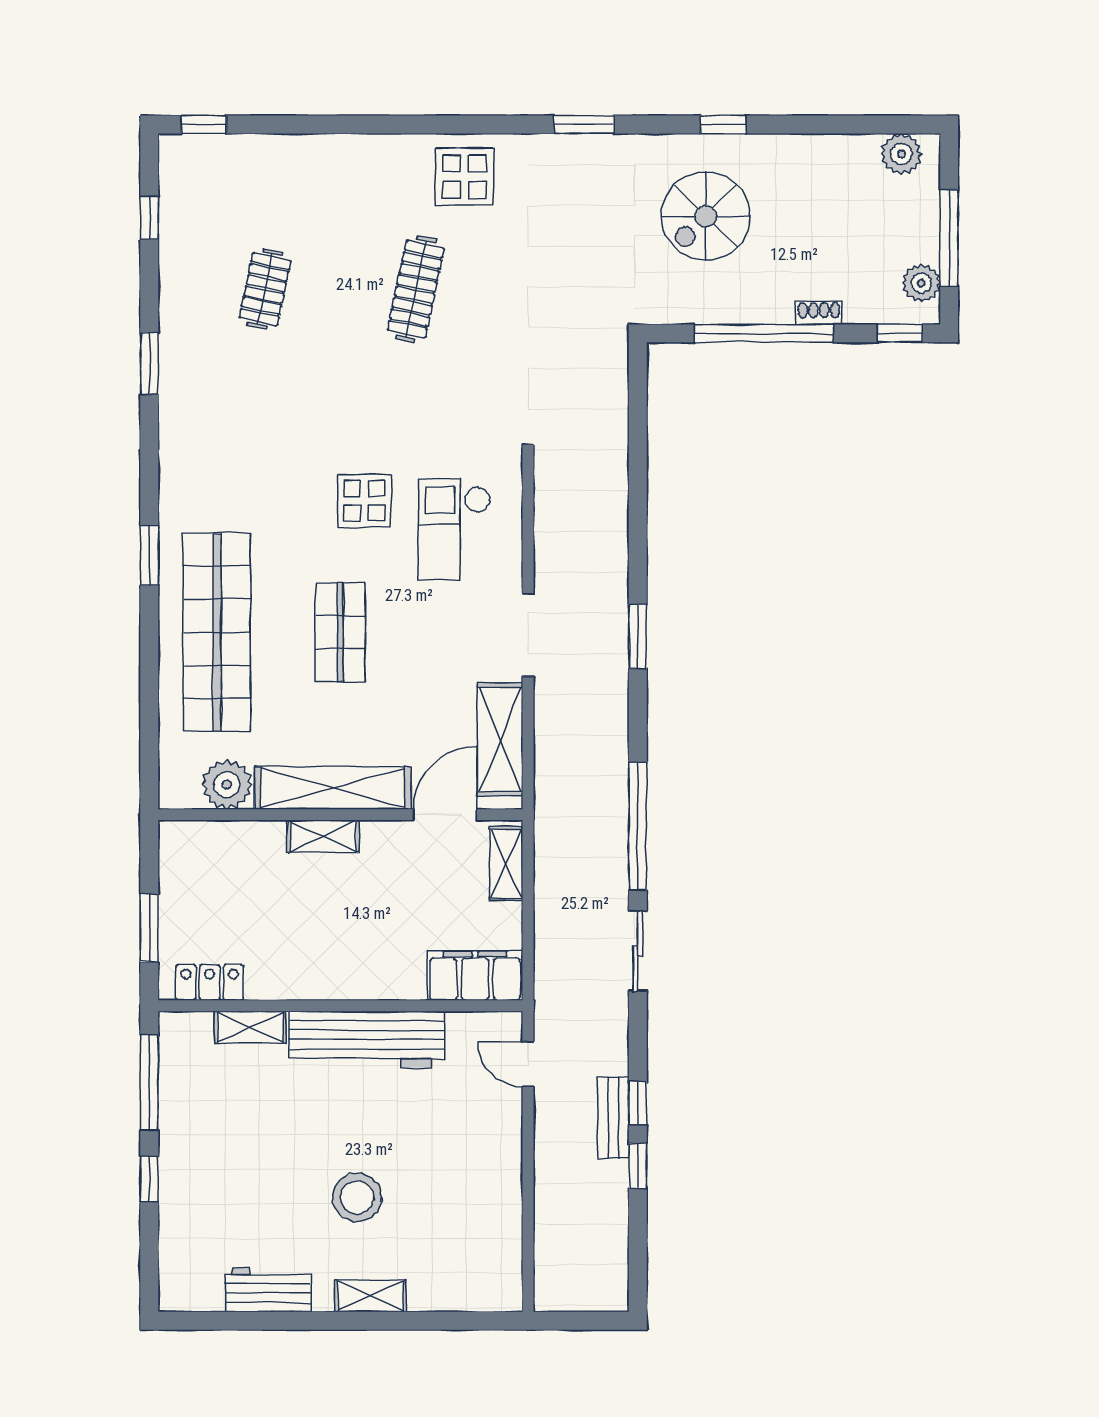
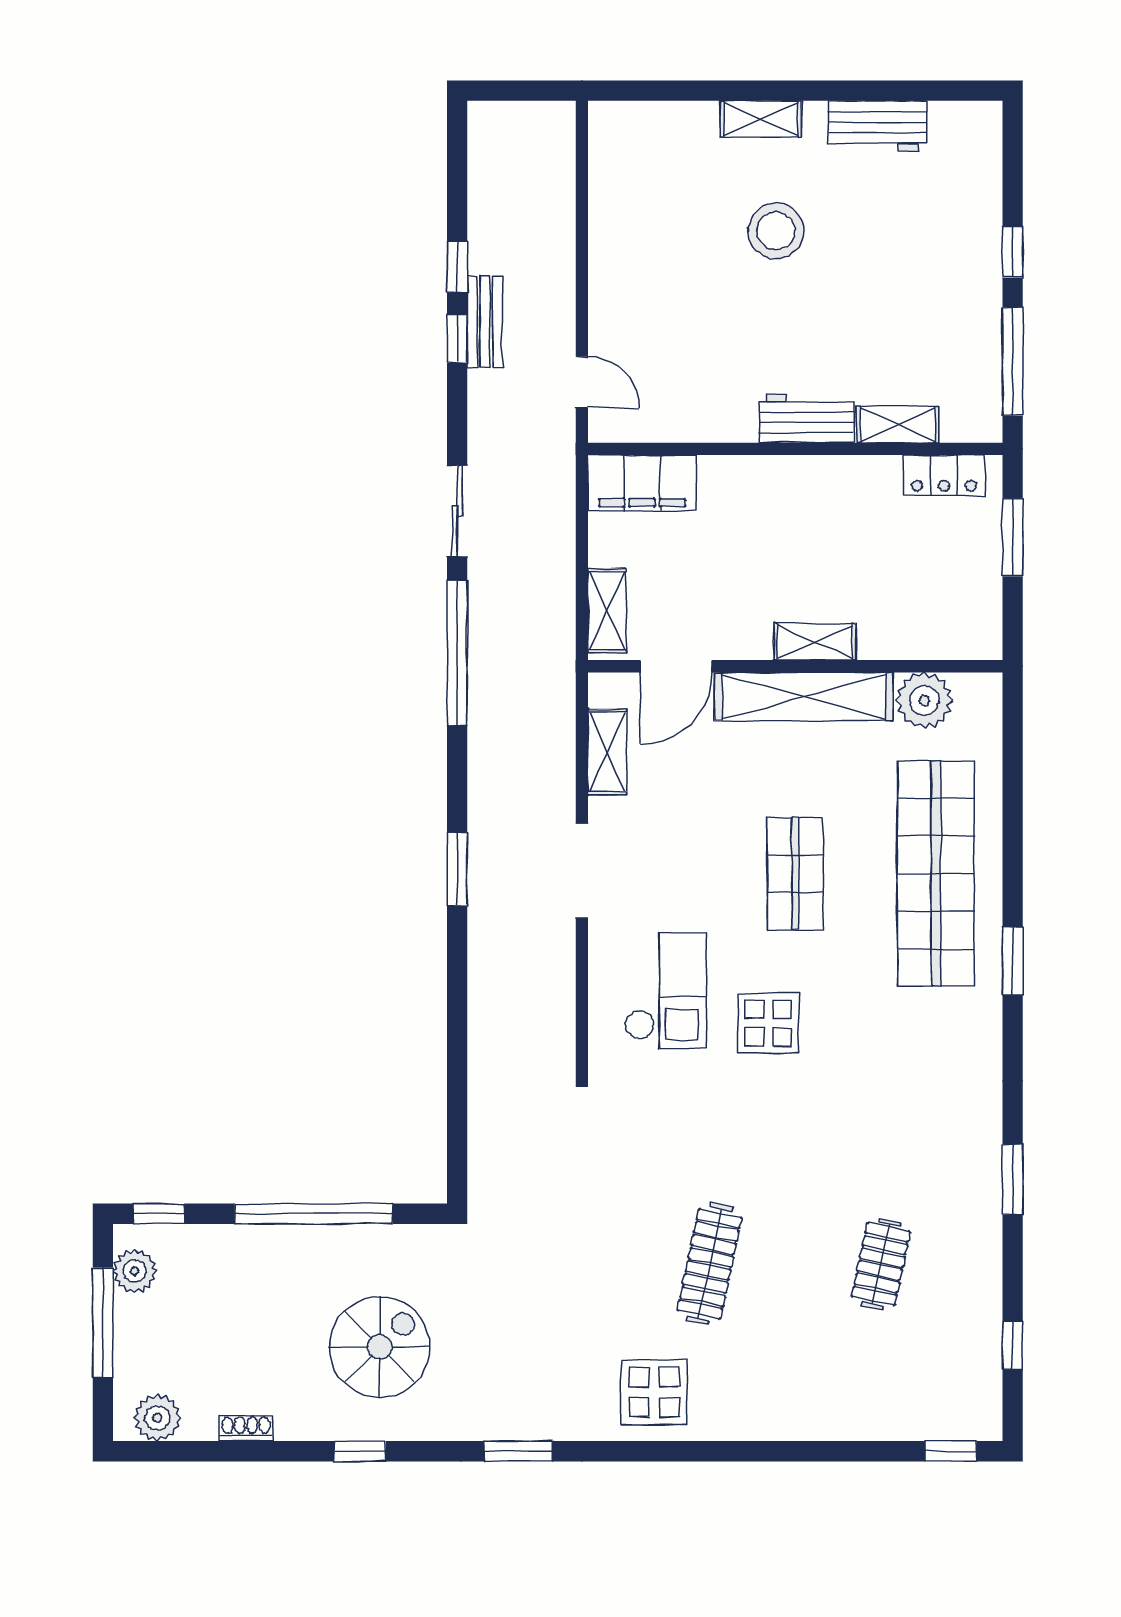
shoe rack: (819, 313) -> (246, 1428), moved, turned 180
shelving: (500, 739) -> (607, 752), width x0.67, depth x0.75
workbench: (367, 1039) -> (807, 419), width x0.53, depth x0.76

